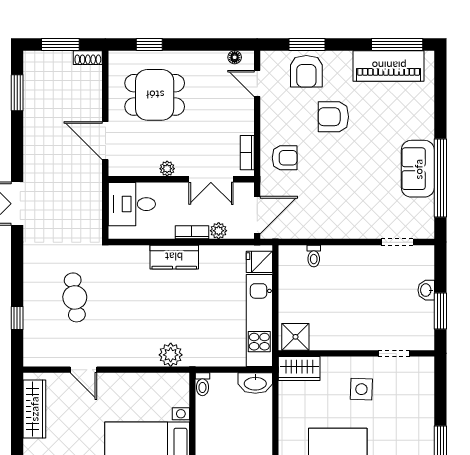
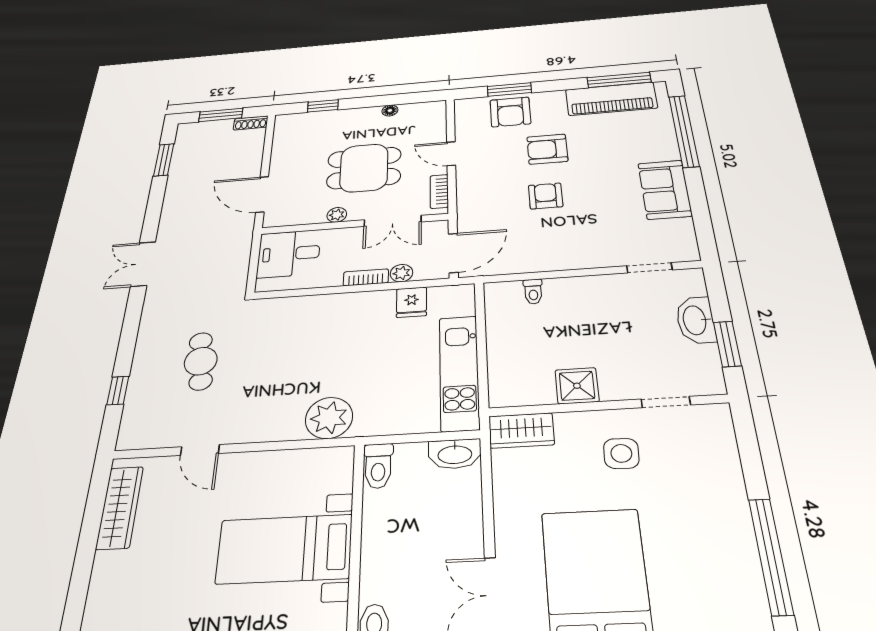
floor lamp: (235, 57) -> (390, 110), moved
door: (257, 83) -> (451, 154), moved
dining table: (155, 95) -> (364, 168), moved
armchair: (285, 158) -> (546, 196), moved, turned -90
window: (440, 178) -> (684, 131), moved
kitchen counter: (174, 257) -> (341, 306), removed
fridge: (259, 262) -> (412, 302), moved, turned -90
washbasin: (426, 290) -> (696, 320), width x1.91, depth x1.45
shower: (295, 337) -> (577, 386), moved
plant: (171, 355) -> (329, 418), width x1.36, depth x1.36
toilet: (202, 384) -> (378, 466), width x1.37, depth x1.39

